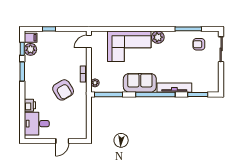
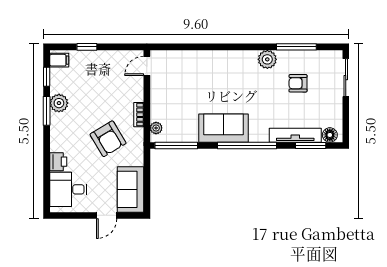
plant: (158, 37) -> (267, 59), moved
armchair: (199, 44) -> (298, 83), moved
corner sofa: (129, 46) -> (208, 73), removed
plant: (30, 49) -> (59, 103), moved
floor lamp: (211, 87) -> (330, 135), added
tv unit: (174, 88) -> (295, 135), moved
sofa: (78, 124) -> (130, 189), added

